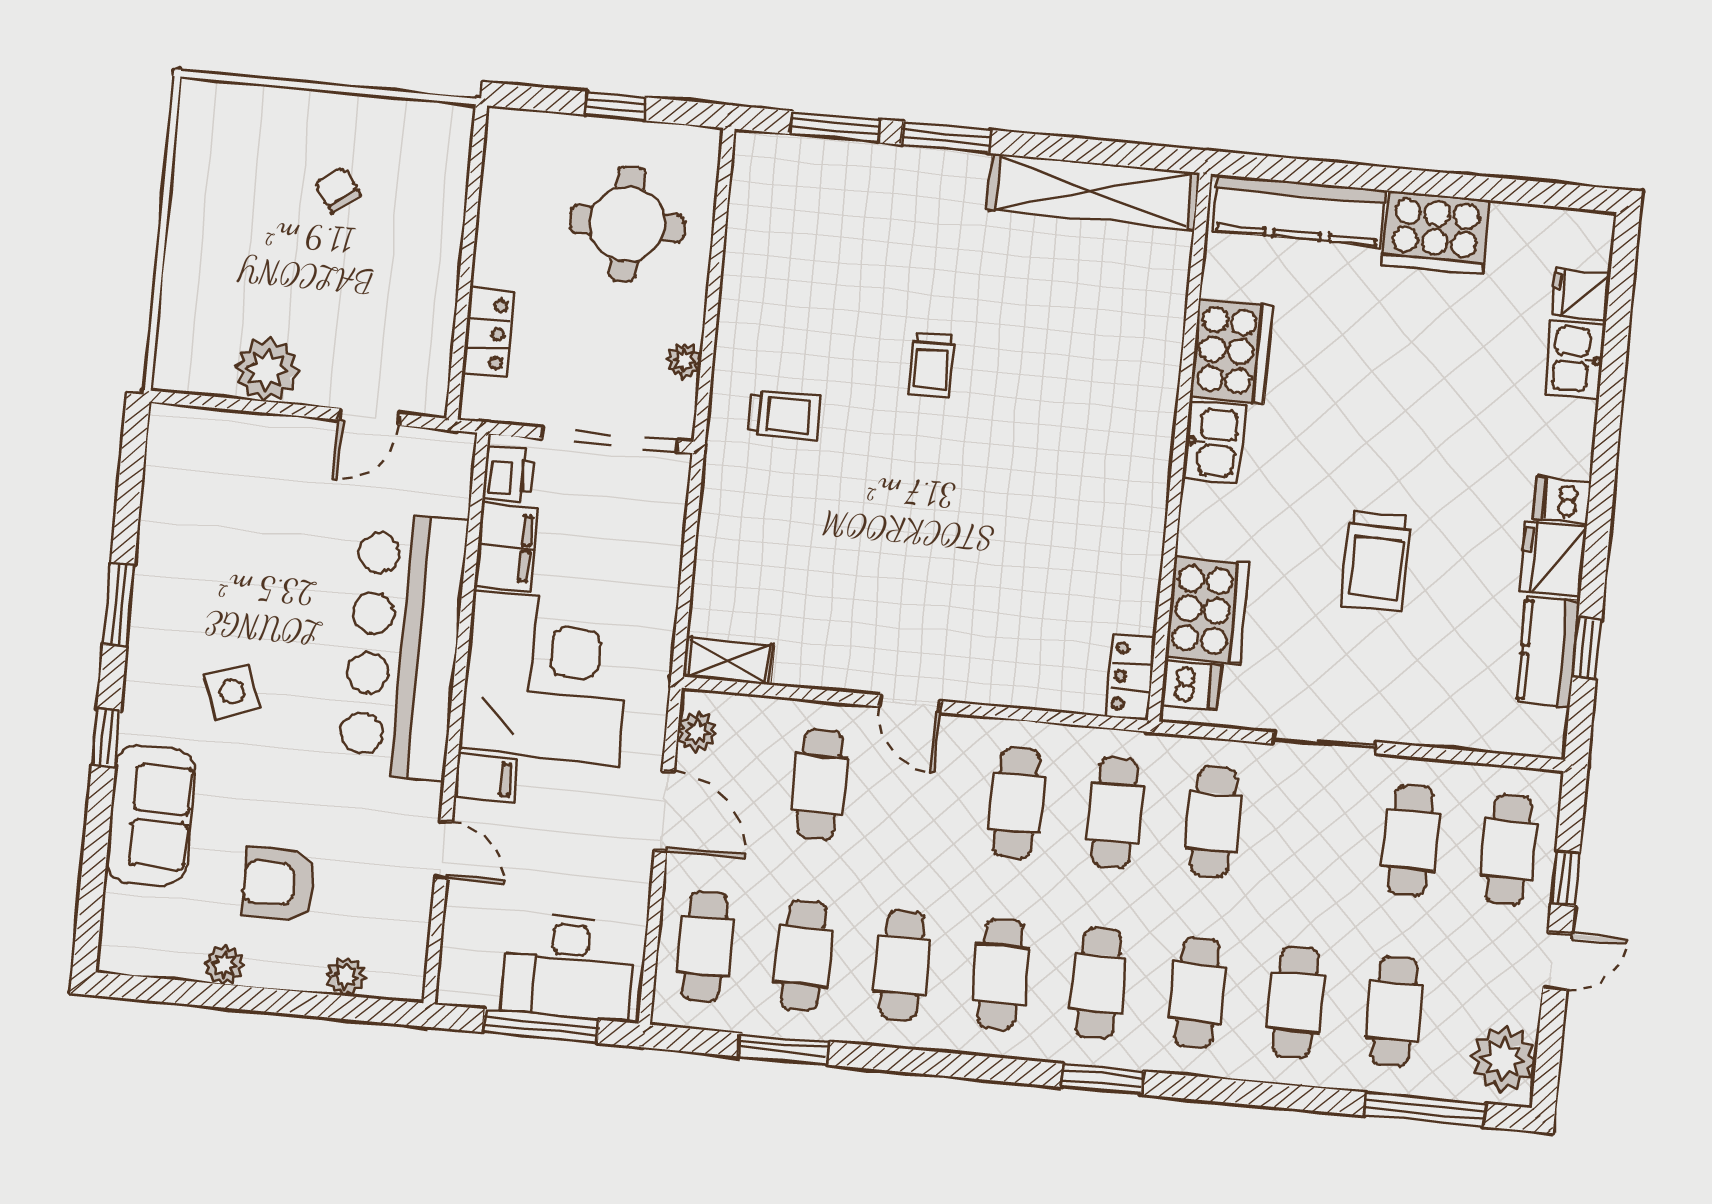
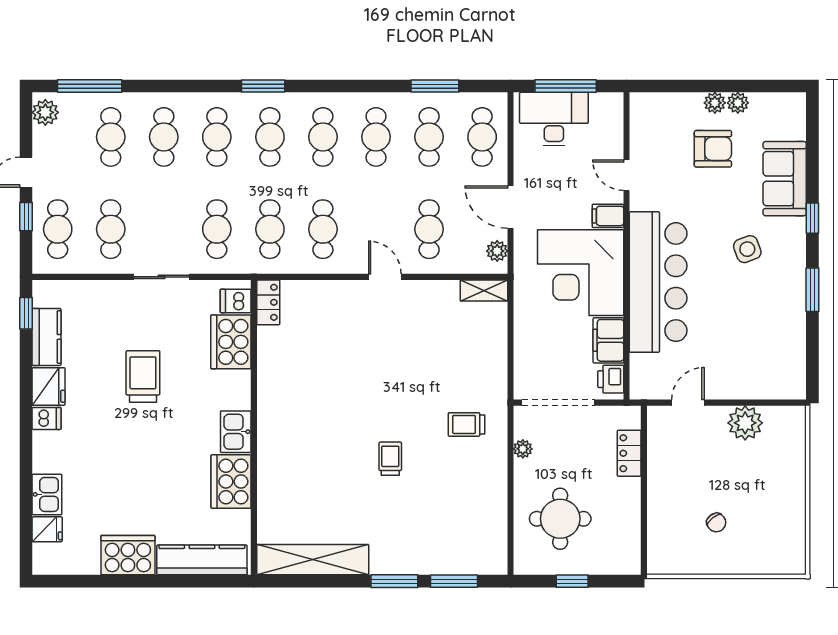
window: (1587, 648) -> (26, 313), moved
plant: (346, 976) -> (715, 103), moved
plant: (1503, 1059) -> (45, 112), width x0.73, depth x0.73

